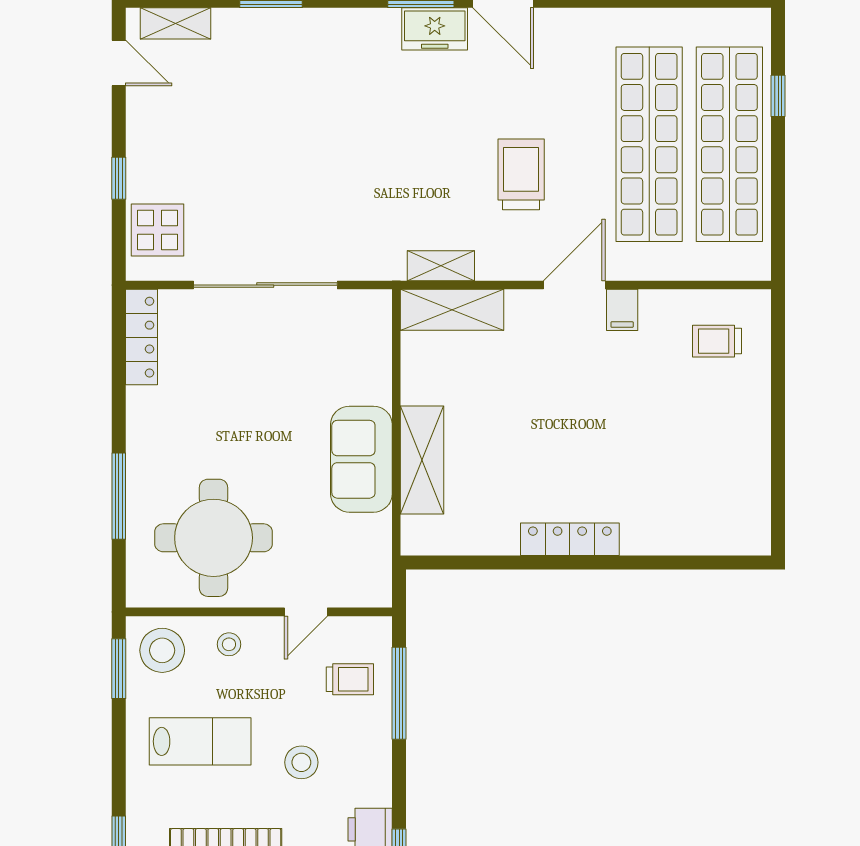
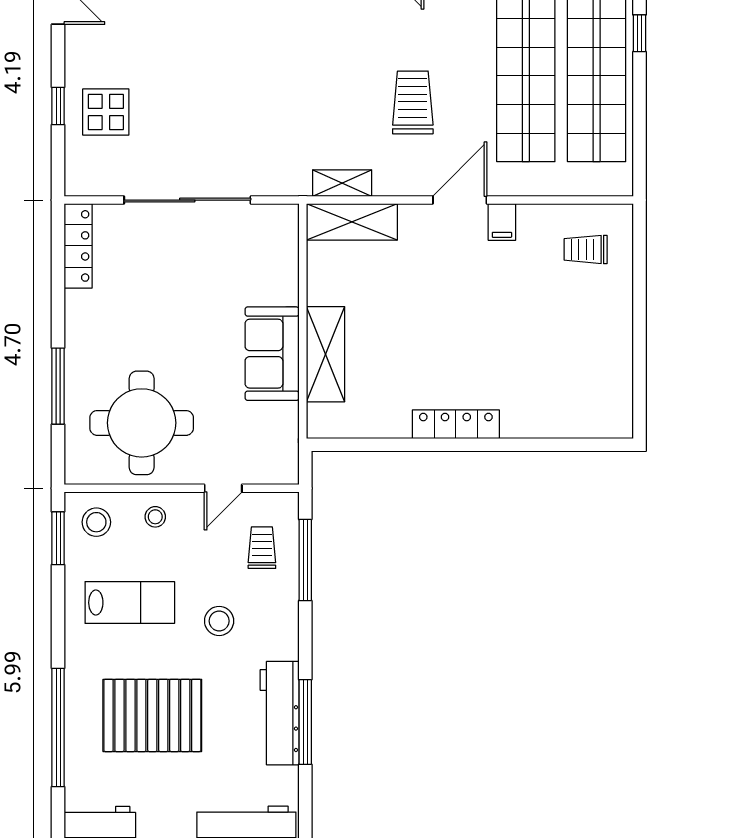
display table: (157, 230) -> (106, 112), moved
stool: (162, 650) -> (96, 522), width x0.73, depth x0.73
trolley: (350, 679) -> (262, 548), turned -90

